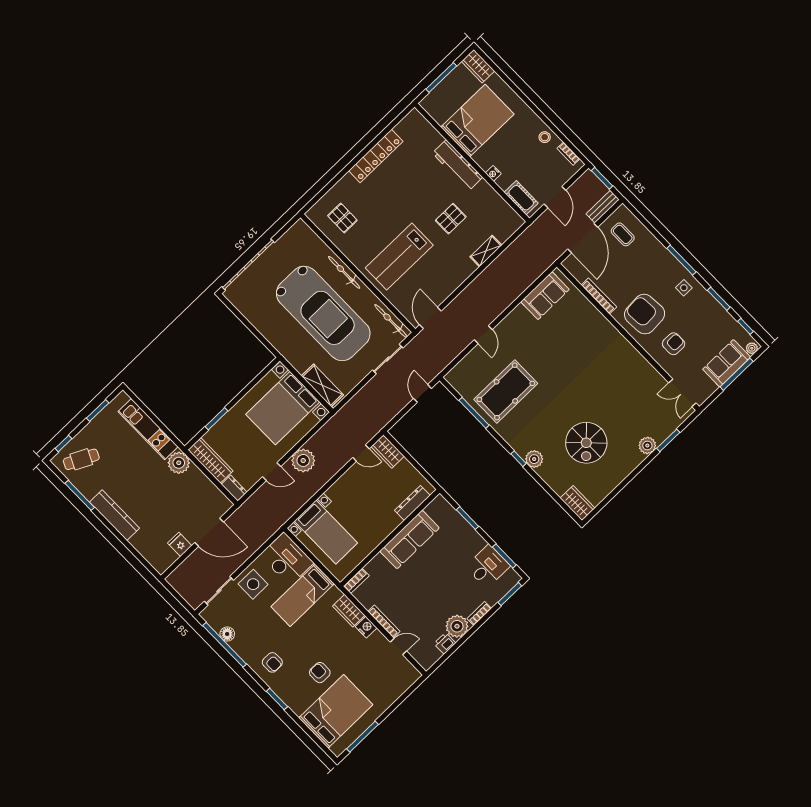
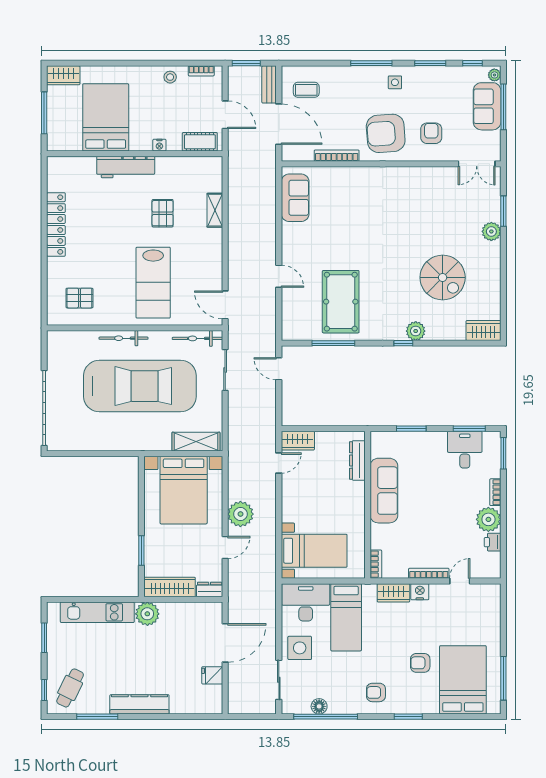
armchair: (272, 662) -> (376, 692), turned 180

